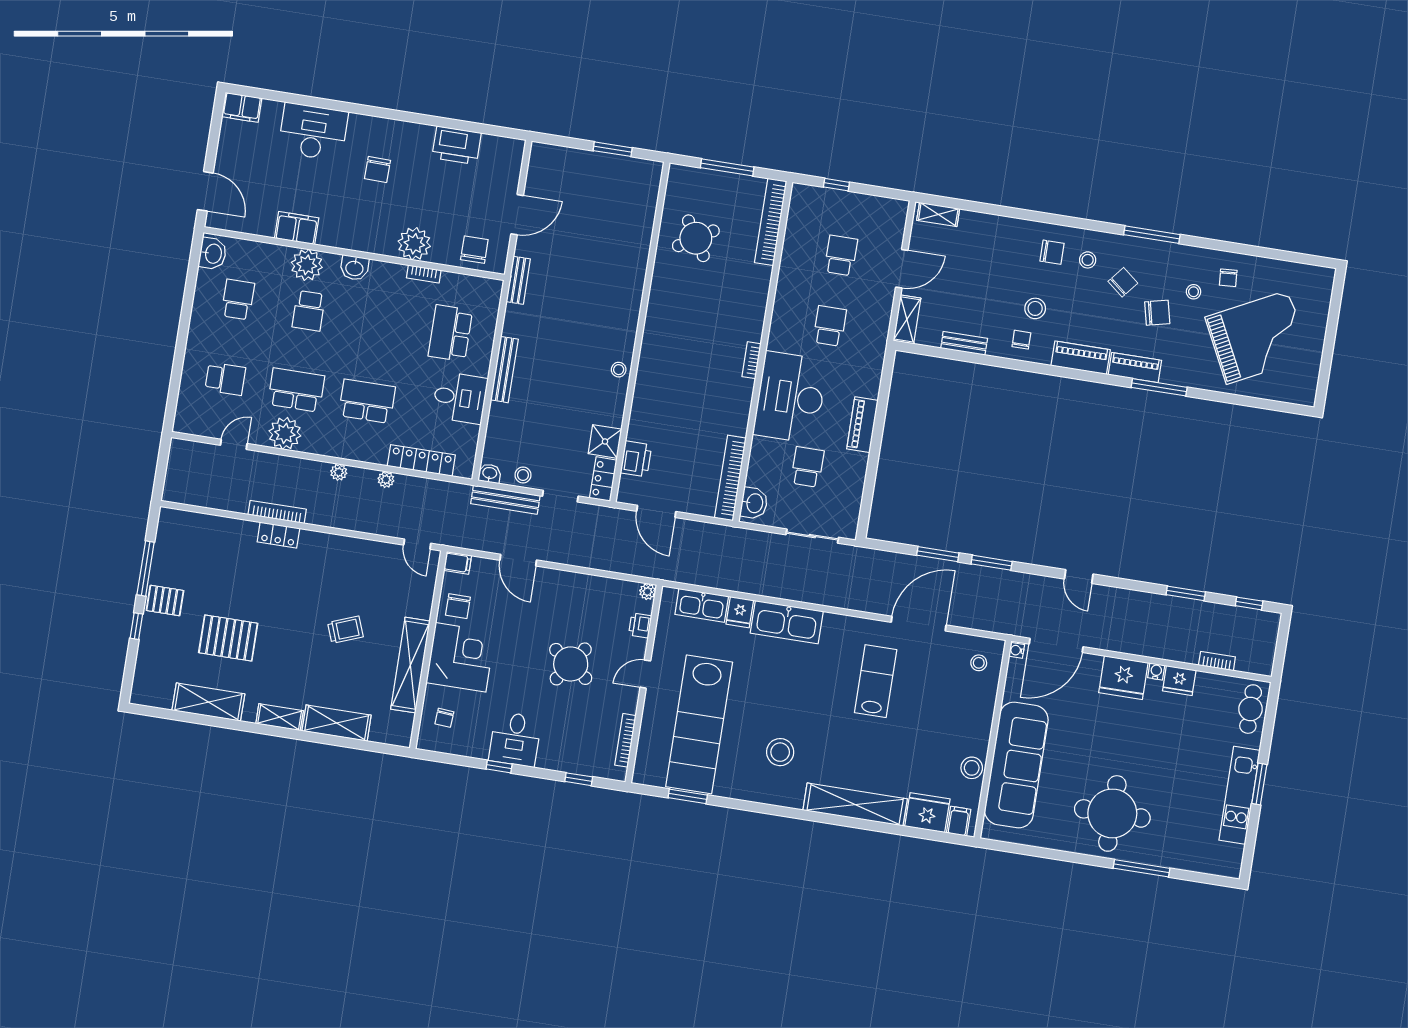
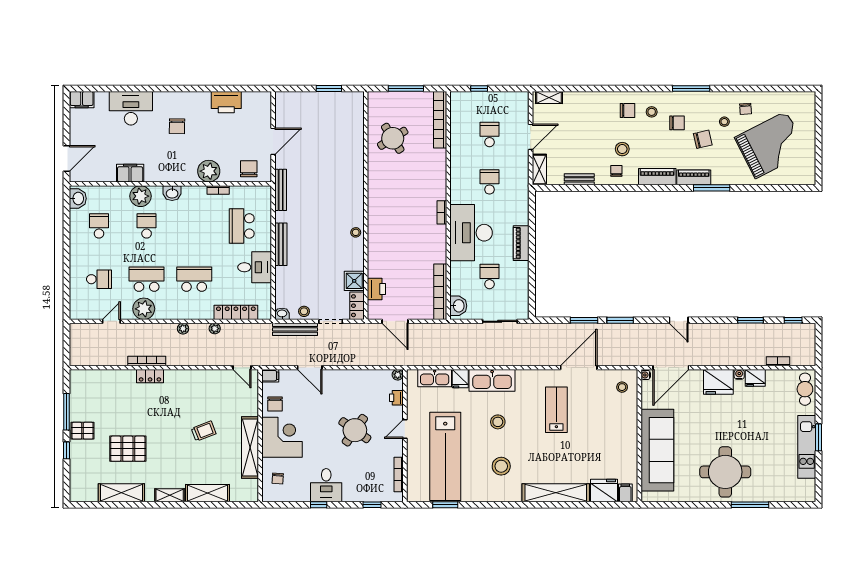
door: (205, 191) -> (66, 158), hinge flipped
bench: (518, 280) -> (281, 190), width x1.36
chair: (1123, 282) -> (677, 123), turned 51
school desk: (309, 311) -> (147, 226), turned 180
stool: (972, 768) -> (498, 422), moved

